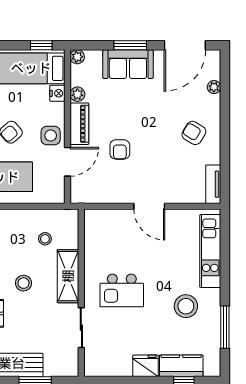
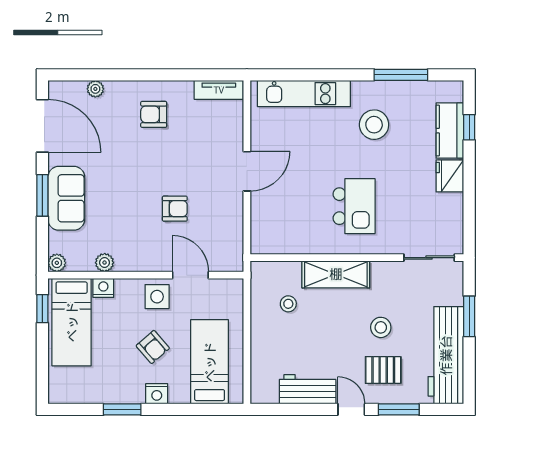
piano: (79, 124) -> (142, 260), removed
armchair: (194, 133) -> (154, 114), turned 59
stool: (24, 283) -> (381, 327), moved
sliding door: (81, 328) -> (429, 258), moved

